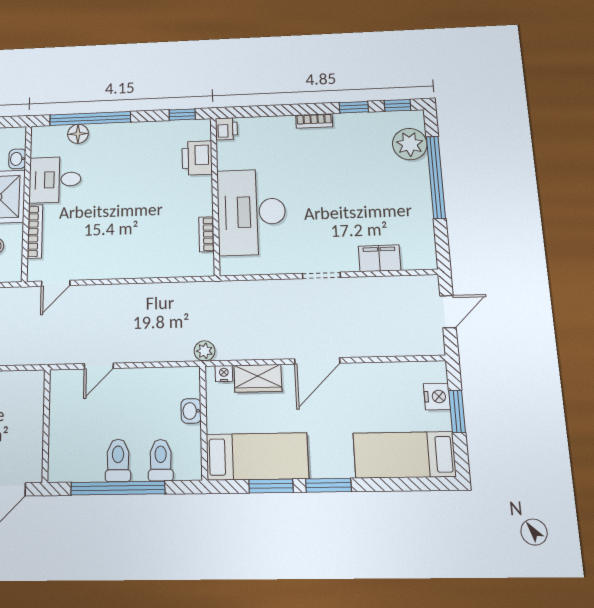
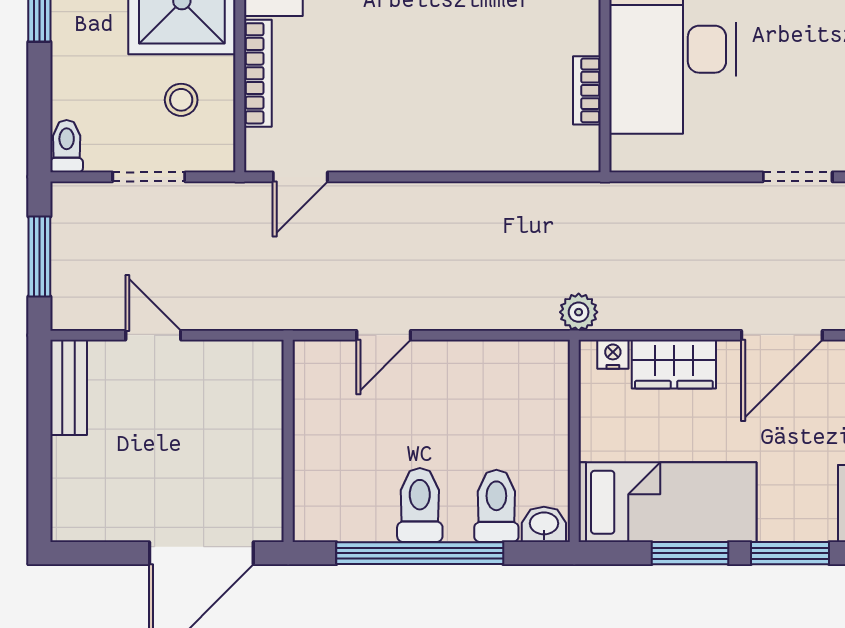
washbasin: (191, 411) -> (544, 524), moved, turned 90

